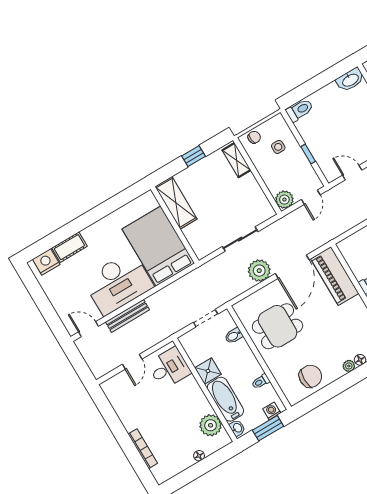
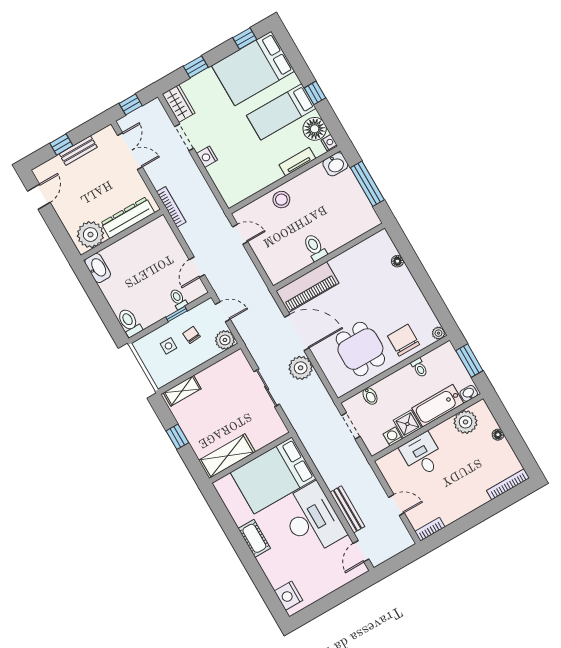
chair: (254, 137) -> (192, 335), moved
toilet: (322, 155) -> (178, 299), added
cot: (69, 247) -> (254, 538), moved
plant: (349, 366) -> (438, 333), moved
desk: (169, 368) -> (422, 455), moved
chair: (310, 376) -> (404, 340), moved
bookcase: (110, 393) -> (430, 529), added
washing machine: (272, 411) -> (393, 436), moved, turned 90
bookcase: (143, 449) -> (508, 484), moved

